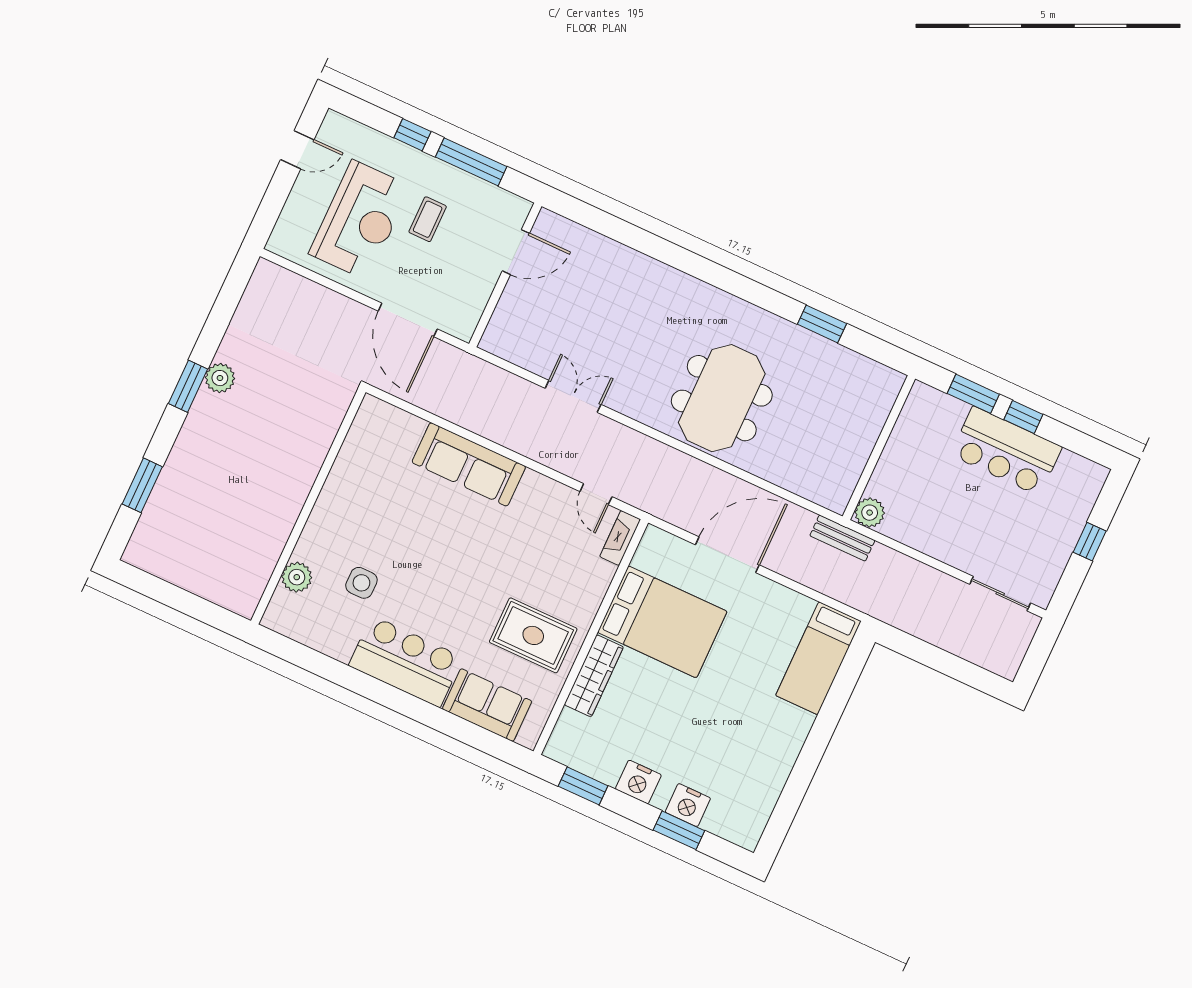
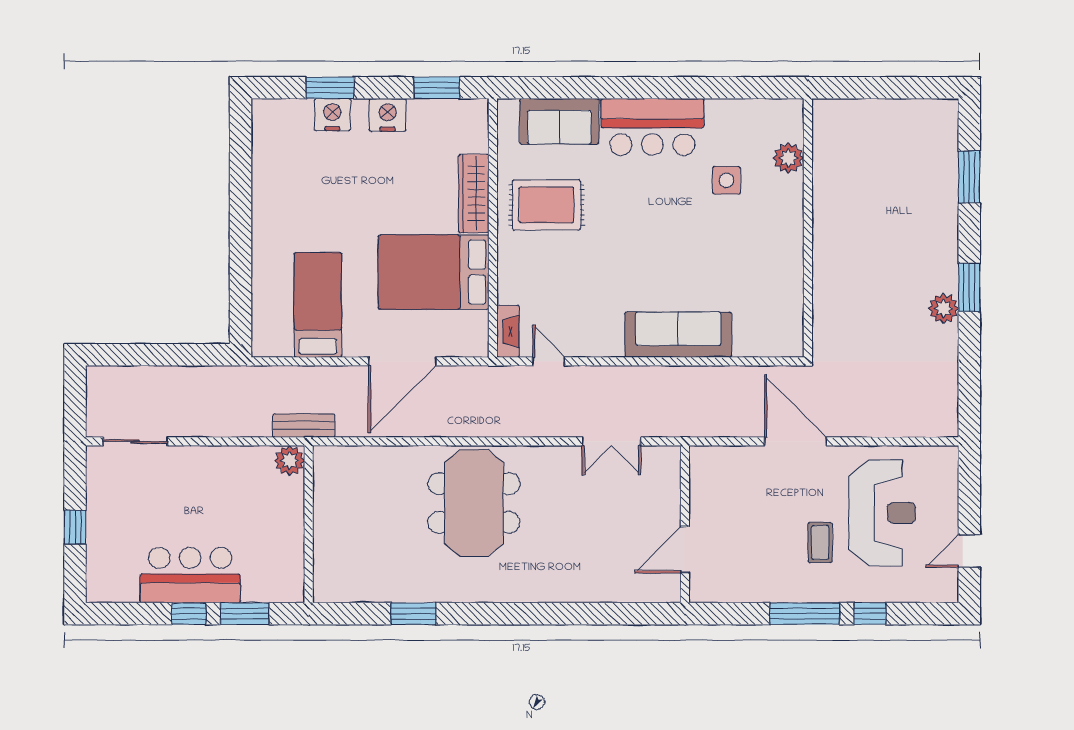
reception desk: (360, 220) -> (882, 513), turned 180
door: (516, 252) -> (685, 550), moved
wall: (505, 275) -> (685, 524), moved
bed: (818, 658) -> (318, 305), moved

